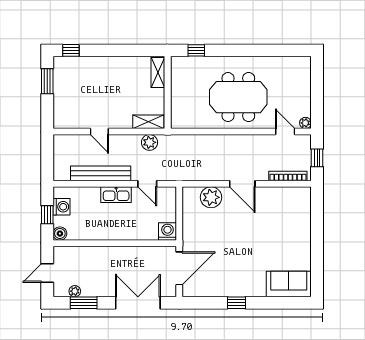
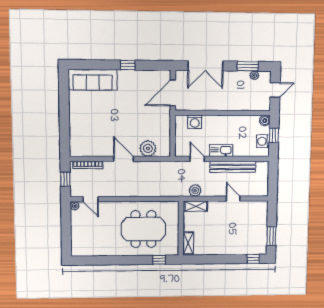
meeting table: (238, 97) -> (143, 229), moved
washing machine: (168, 232) -> (195, 122), moved
sofa: (289, 284) -> (93, 80), width x1.36

